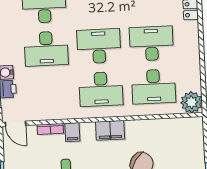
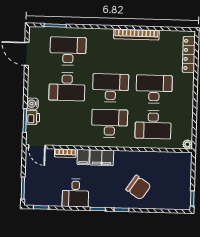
desk: (101, 89) -> (110, 123), turned 180
plant: (191, 102) -> (187, 144), width x0.53, depth x0.53
filing cabinet: (110, 130) -> (102, 158), moved

